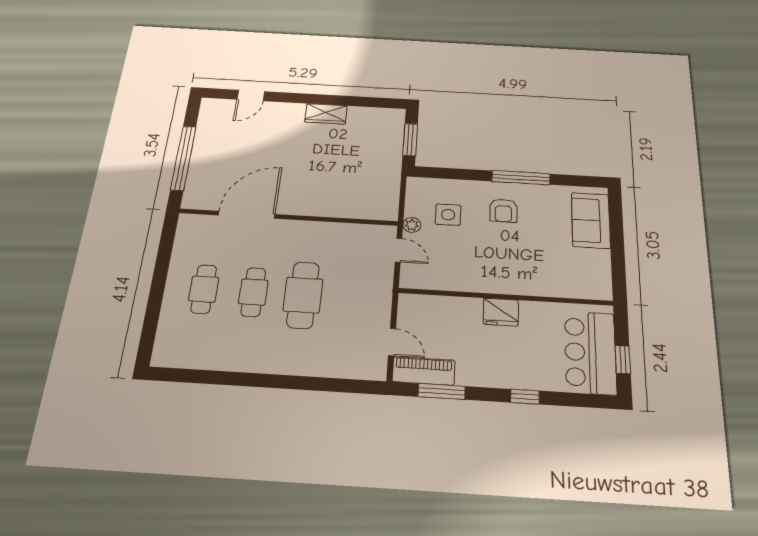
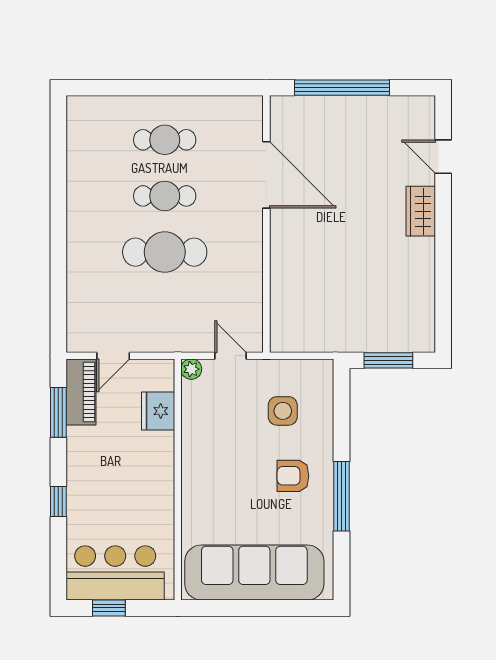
wardrobe: (326, 114) -> (421, 211), moved
sofa: (591, 220) -> (254, 573), width x1.85, depth x1.27
plant: (412, 225) -> (191, 369), moved
door: (399, 250) -> (231, 356), swing flipped
fridge: (501, 312) -> (158, 411), moved

